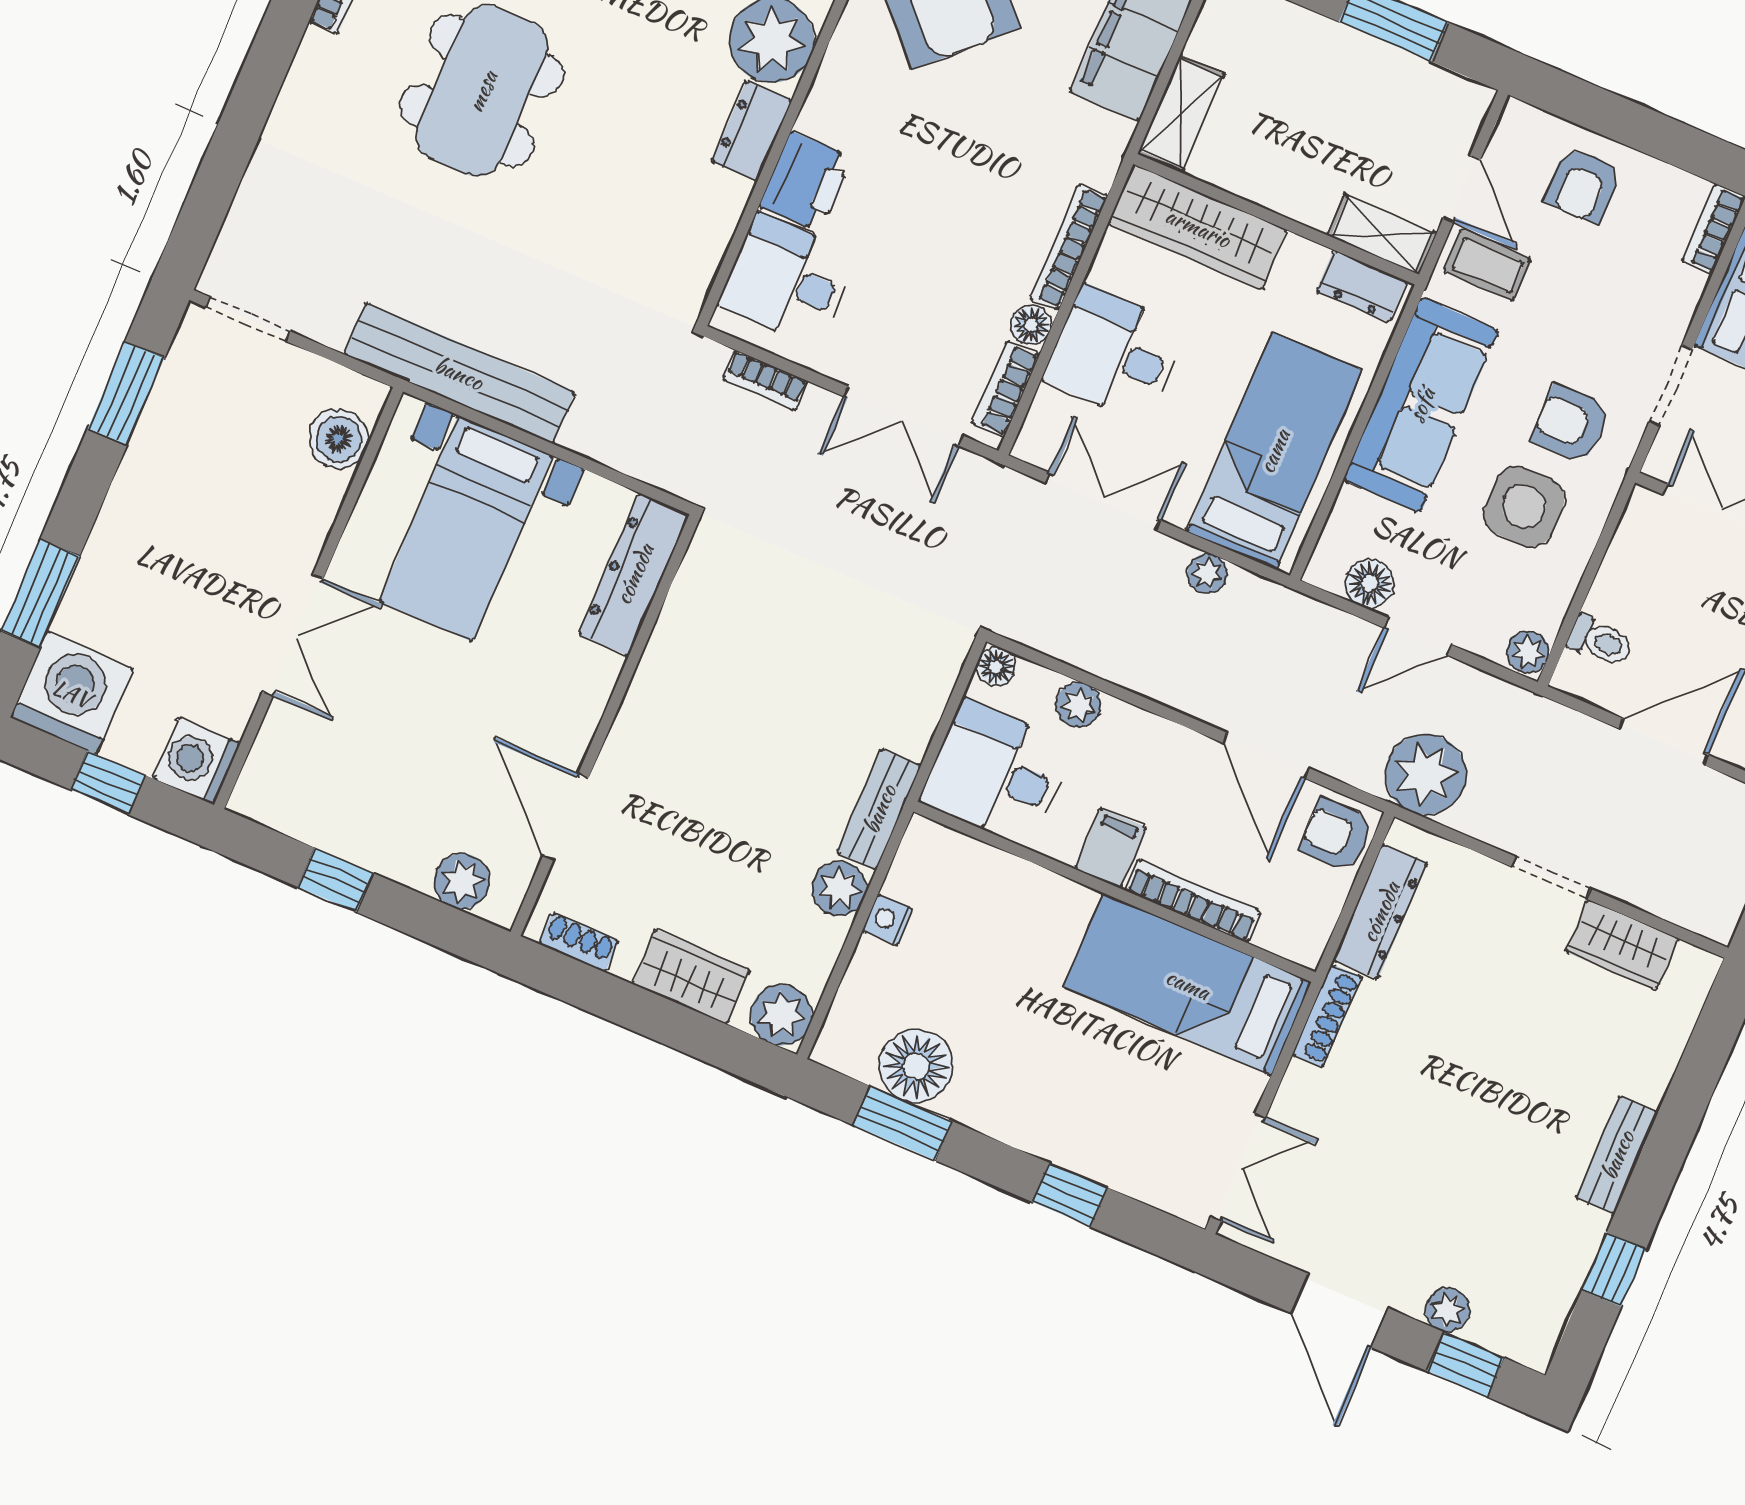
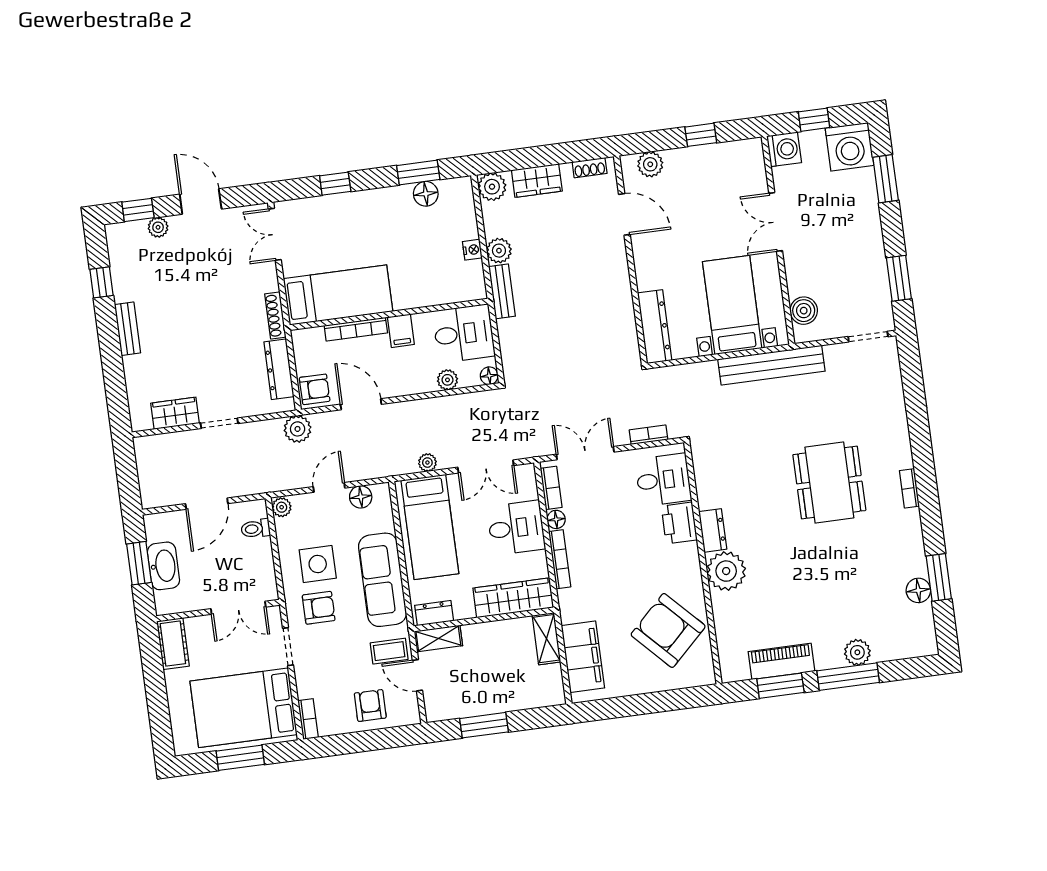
plant: (1426, 774) -> (298, 429), width x0.73, depth x0.73
floor lamp: (916, 1066) -> (426, 194), width x0.73, depth x0.73

